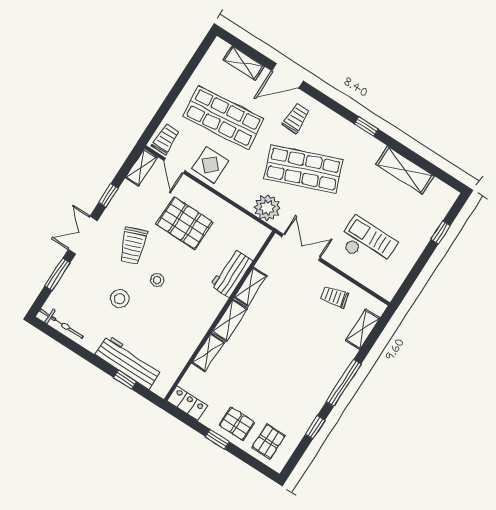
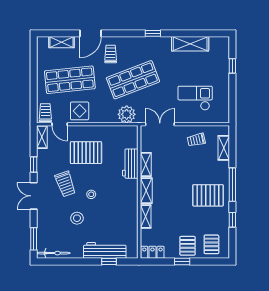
window: (57, 274) -> (34, 239), moved
pallet: (304, 376) -> (208, 195), added
pallet: (237, 424) -> (187, 246), turned 90

